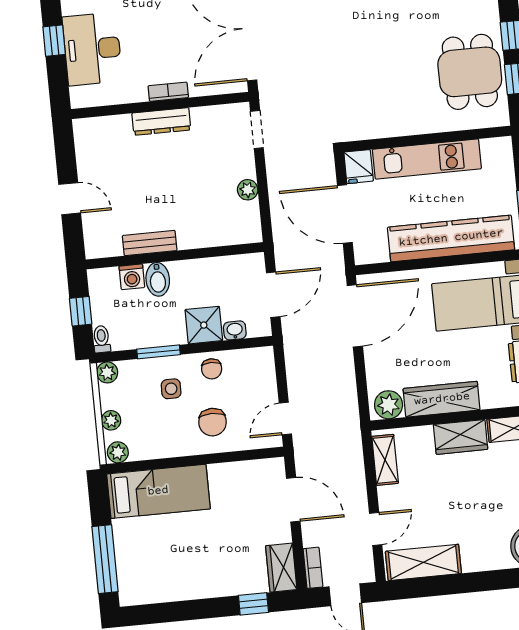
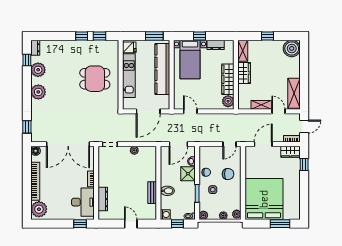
window: (54, 41) -> (80, 224), moved
desk: (92, 49) -> (83, 202), moved, turned -90
dining table: (470, 72) -> (95, 79), moved
dresser: (161, 121) -> (103, 199), moved
fridge: (359, 167) -> (129, 47), moved
door: (70, 199) -> (131, 224), hinge flipped
washing machine: (132, 277) -> (165, 215), moved
door: (273, 295) -> (178, 144), swing flipped
door: (355, 316) -> (190, 111), width x0.53
door: (285, 419) -> (230, 144), hinge flipped
shelving: (385, 460) -> (261, 105), moved
bed: (158, 491) -> (264, 199), width x2.04
window: (105, 559) -> (280, 224), width x0.69

